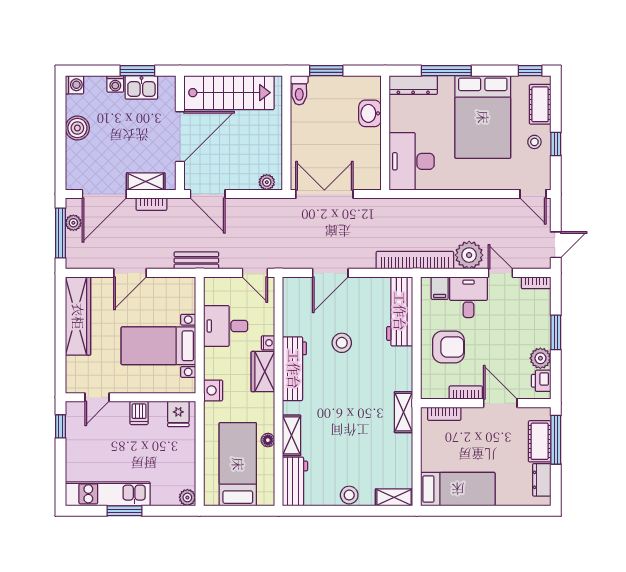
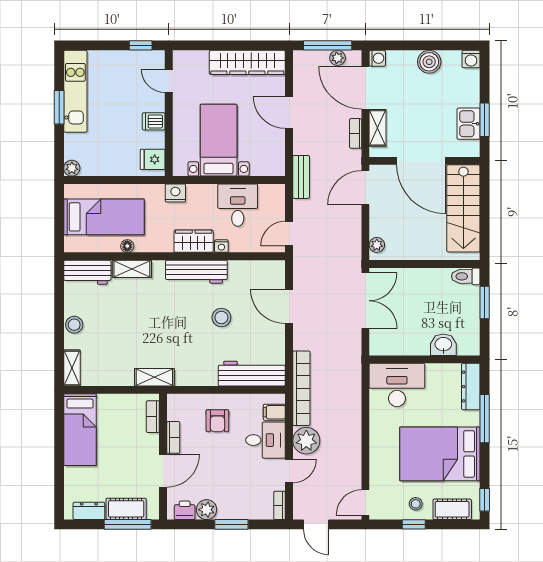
washing machine: (115, 84) -> (377, 58), moved, turned 180
armchair: (448, 347) -> (217, 421), width x0.72, depth x0.72

